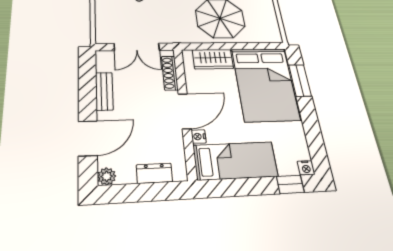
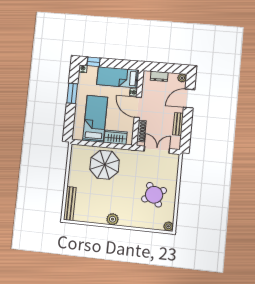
window: (300, 80) -> (72, 93), moved
bed: (265, 84) -> (95, 119), width x0.67
door: (185, 111) -> (138, 107), hinge flipped

